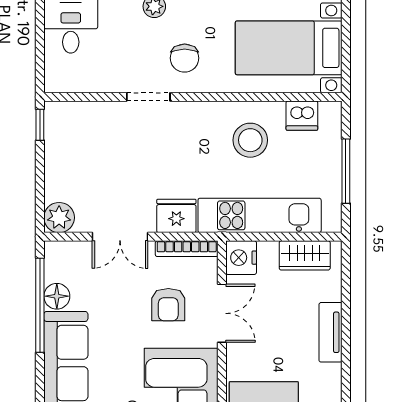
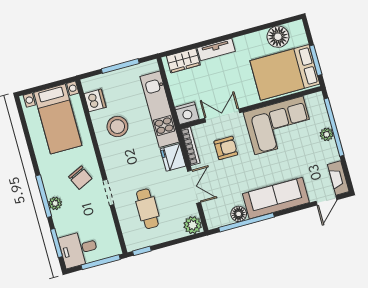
window: (40, 54) -> (101, 262), added
chair: (185, 58) -> (80, 178), turned 65
cafe table: (105, 152) -> (147, 209), added
wardrobe: (305, 255) -> (183, 61), moved, turned 90

